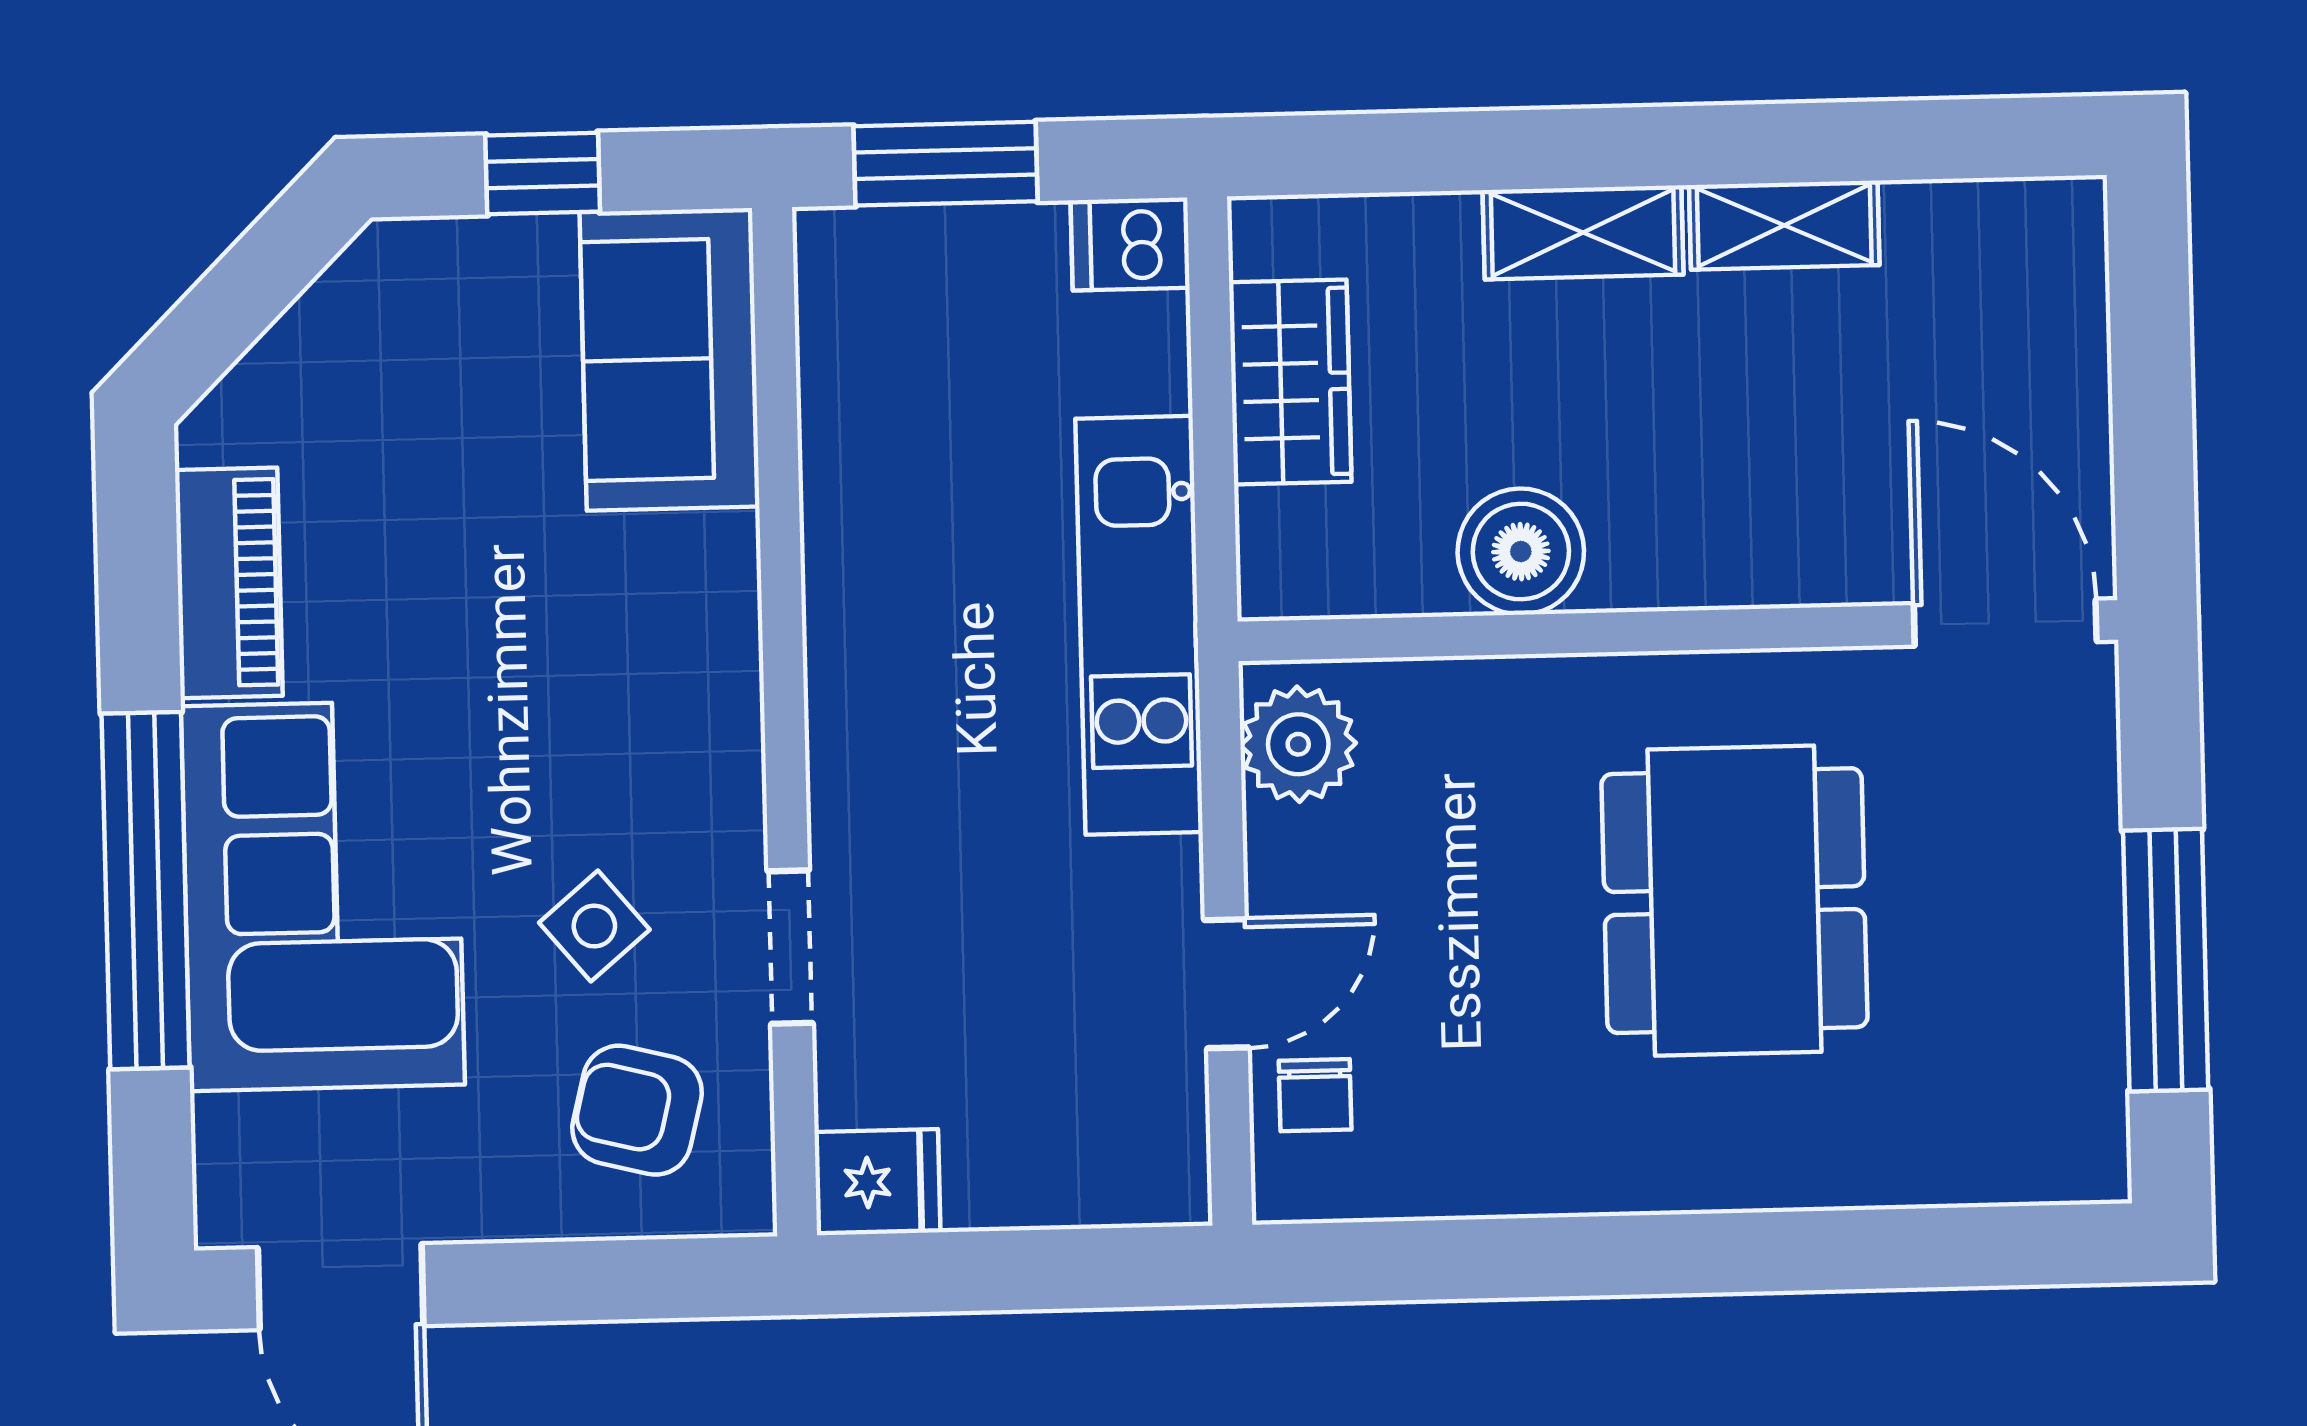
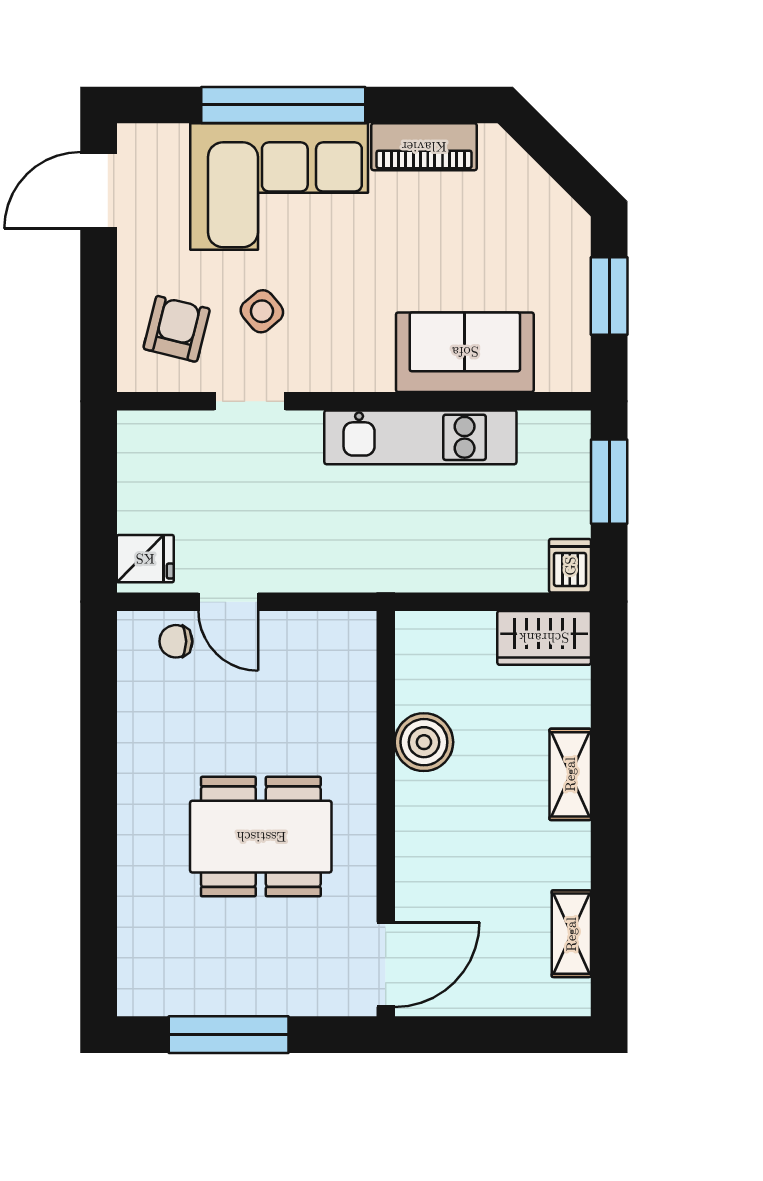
window: (543, 174) -> (609, 296), width x1.50
shelving: (1784, 225) -> (571, 934), moved
sofa: (670, 359) -> (465, 352), moved
wardrobe: (1290, 382) -> (544, 638), moved
kitchen unit: (1139, 625) -> (420, 437), moved, turned 180
plant: (1298, 744) -> (338, 637), removed
fridge: (877, 1182) -> (145, 559), moved, turned -90

